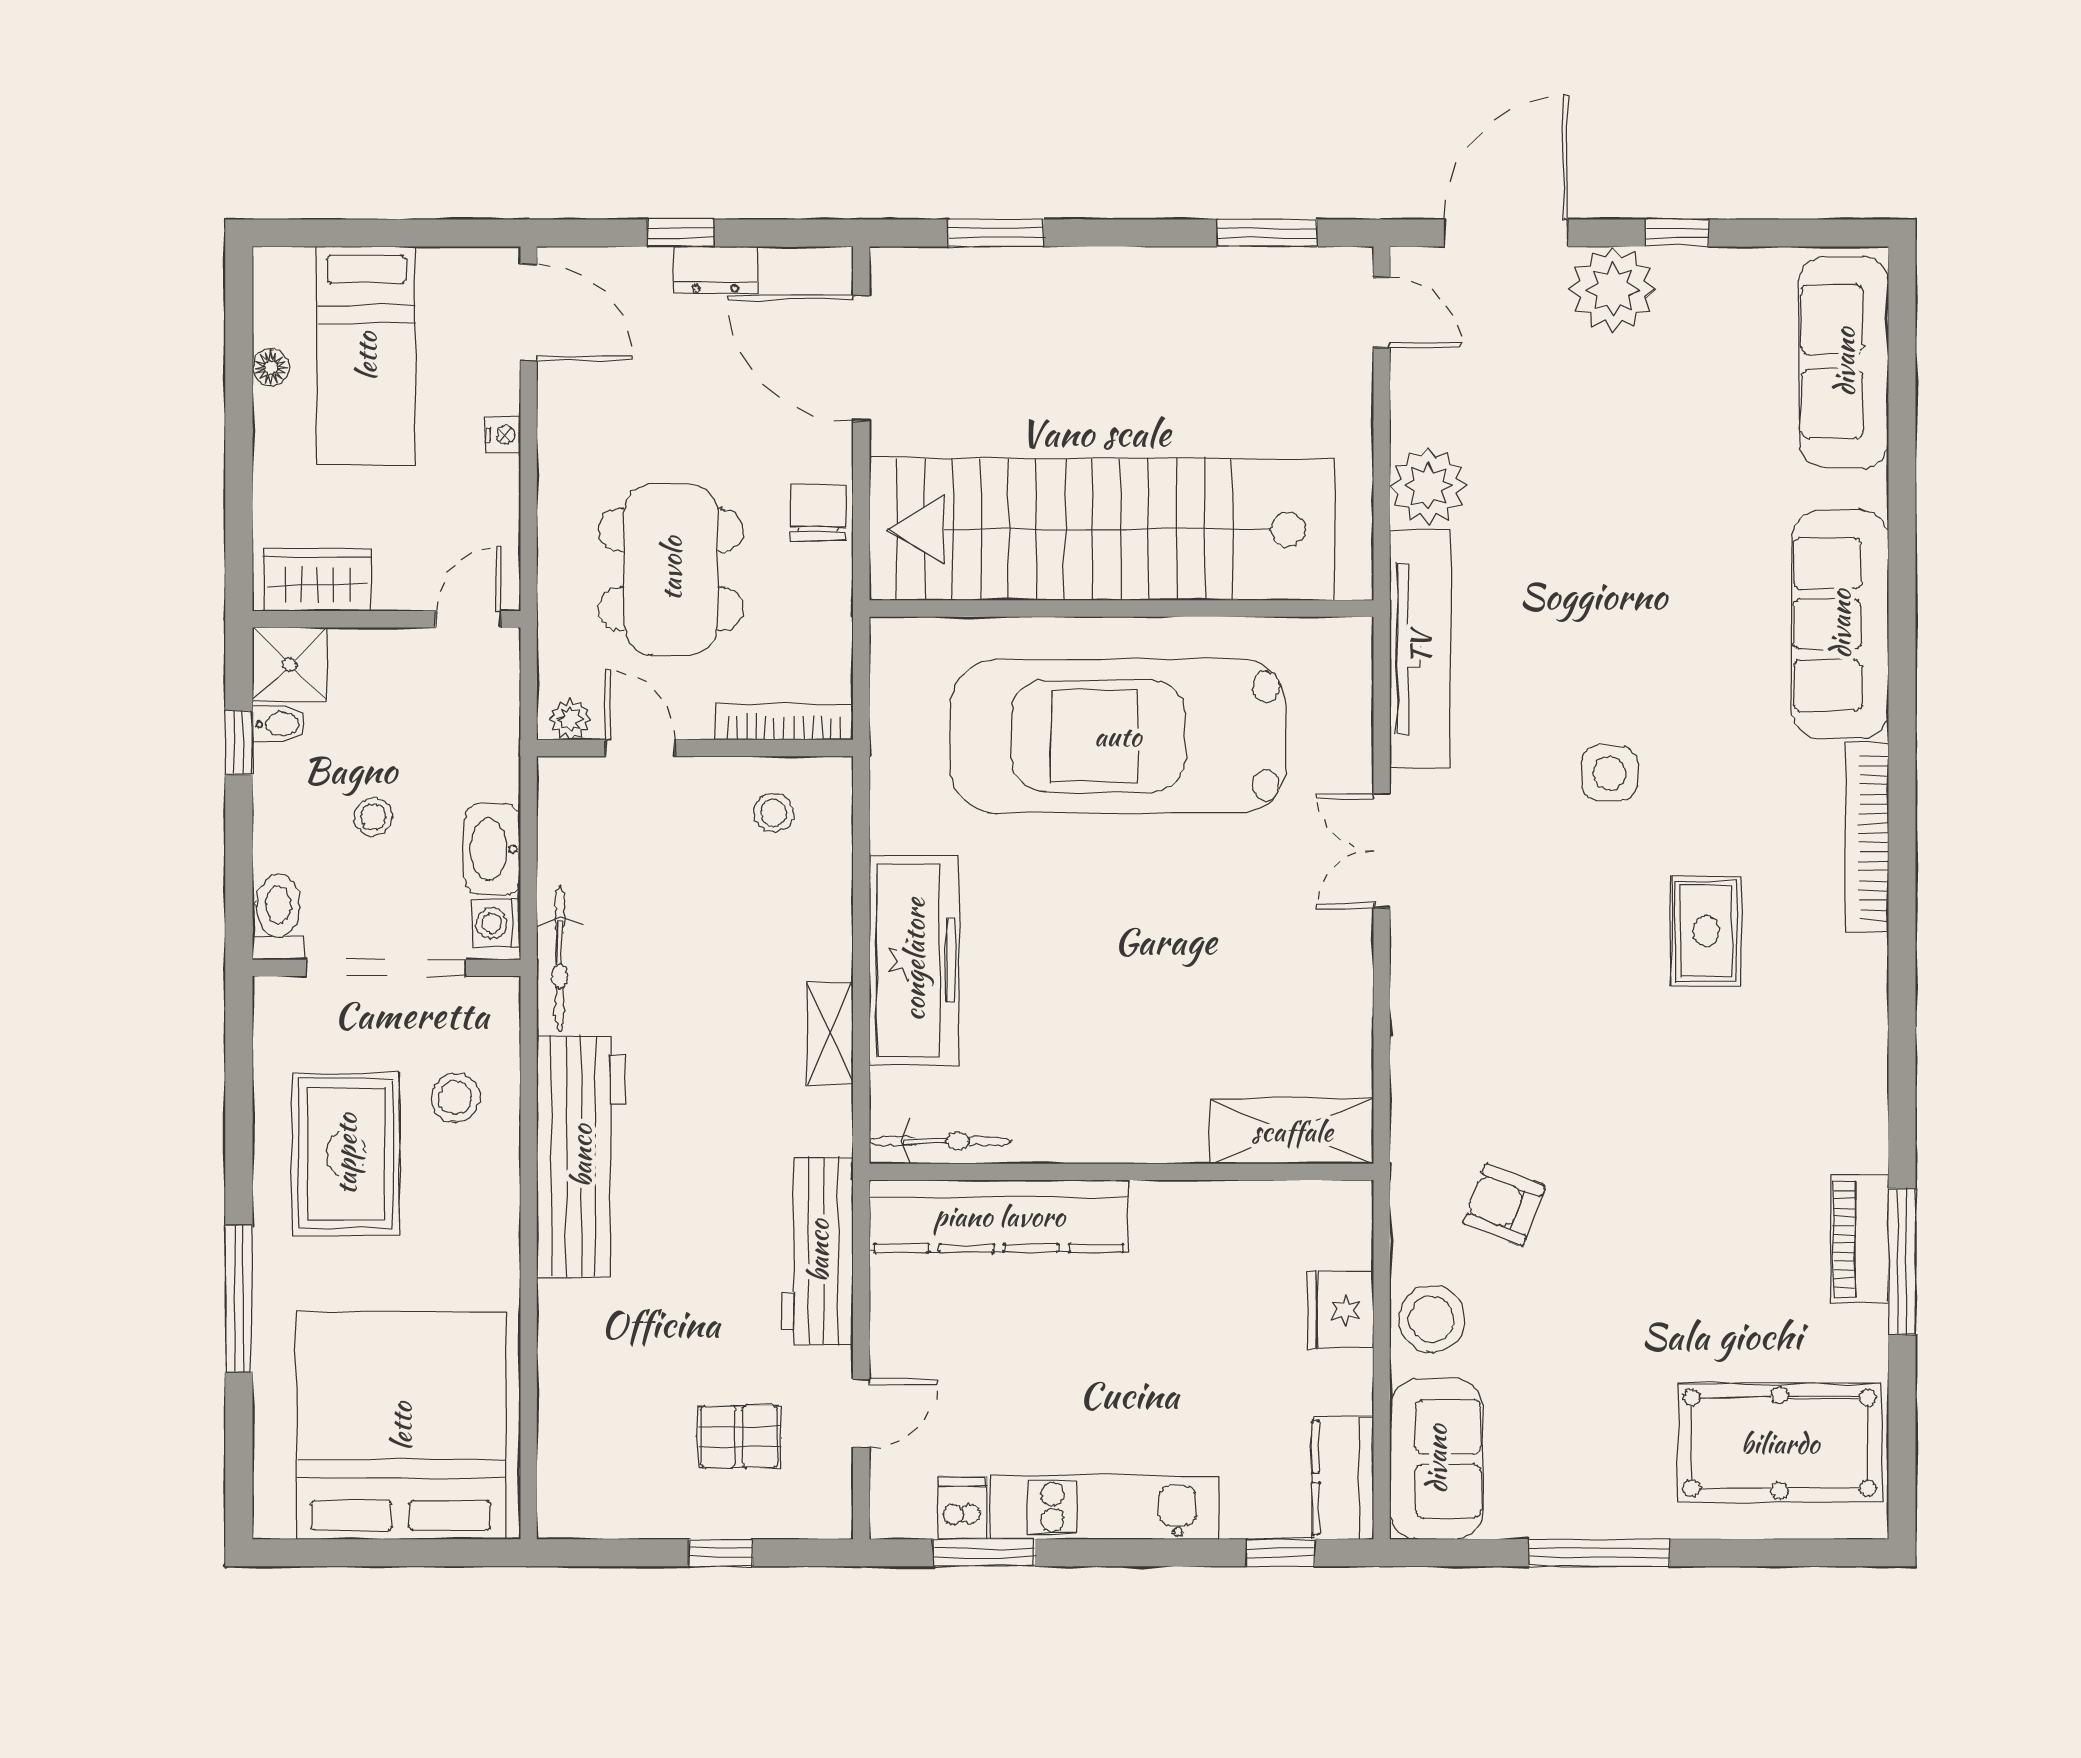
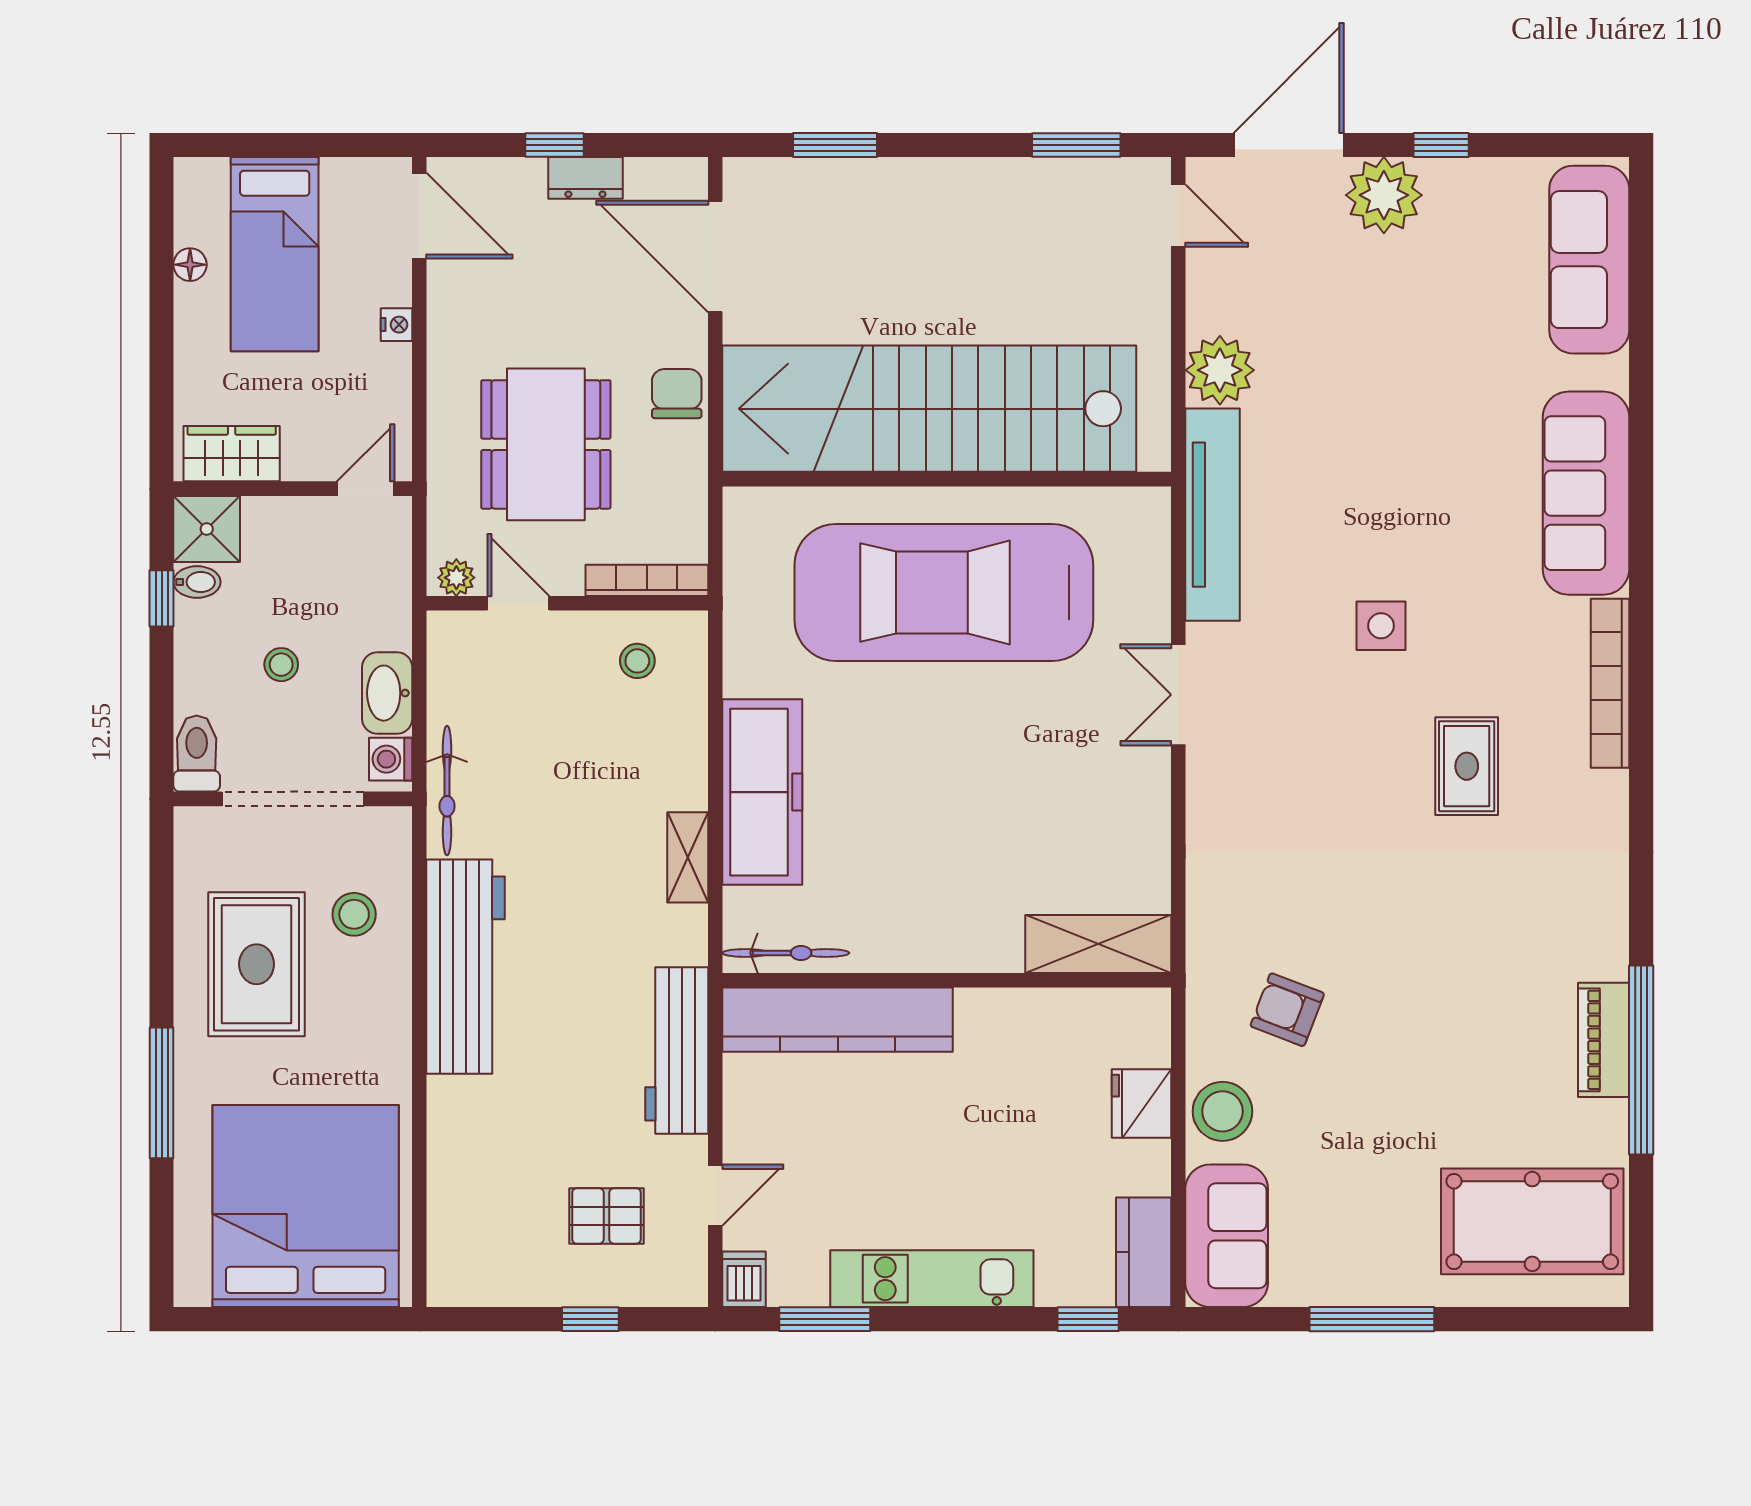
window: (1902, 1261) -> (1641, 1060), width x1.46
dishwasher: (962, 1508) -> (744, 1279), moved

